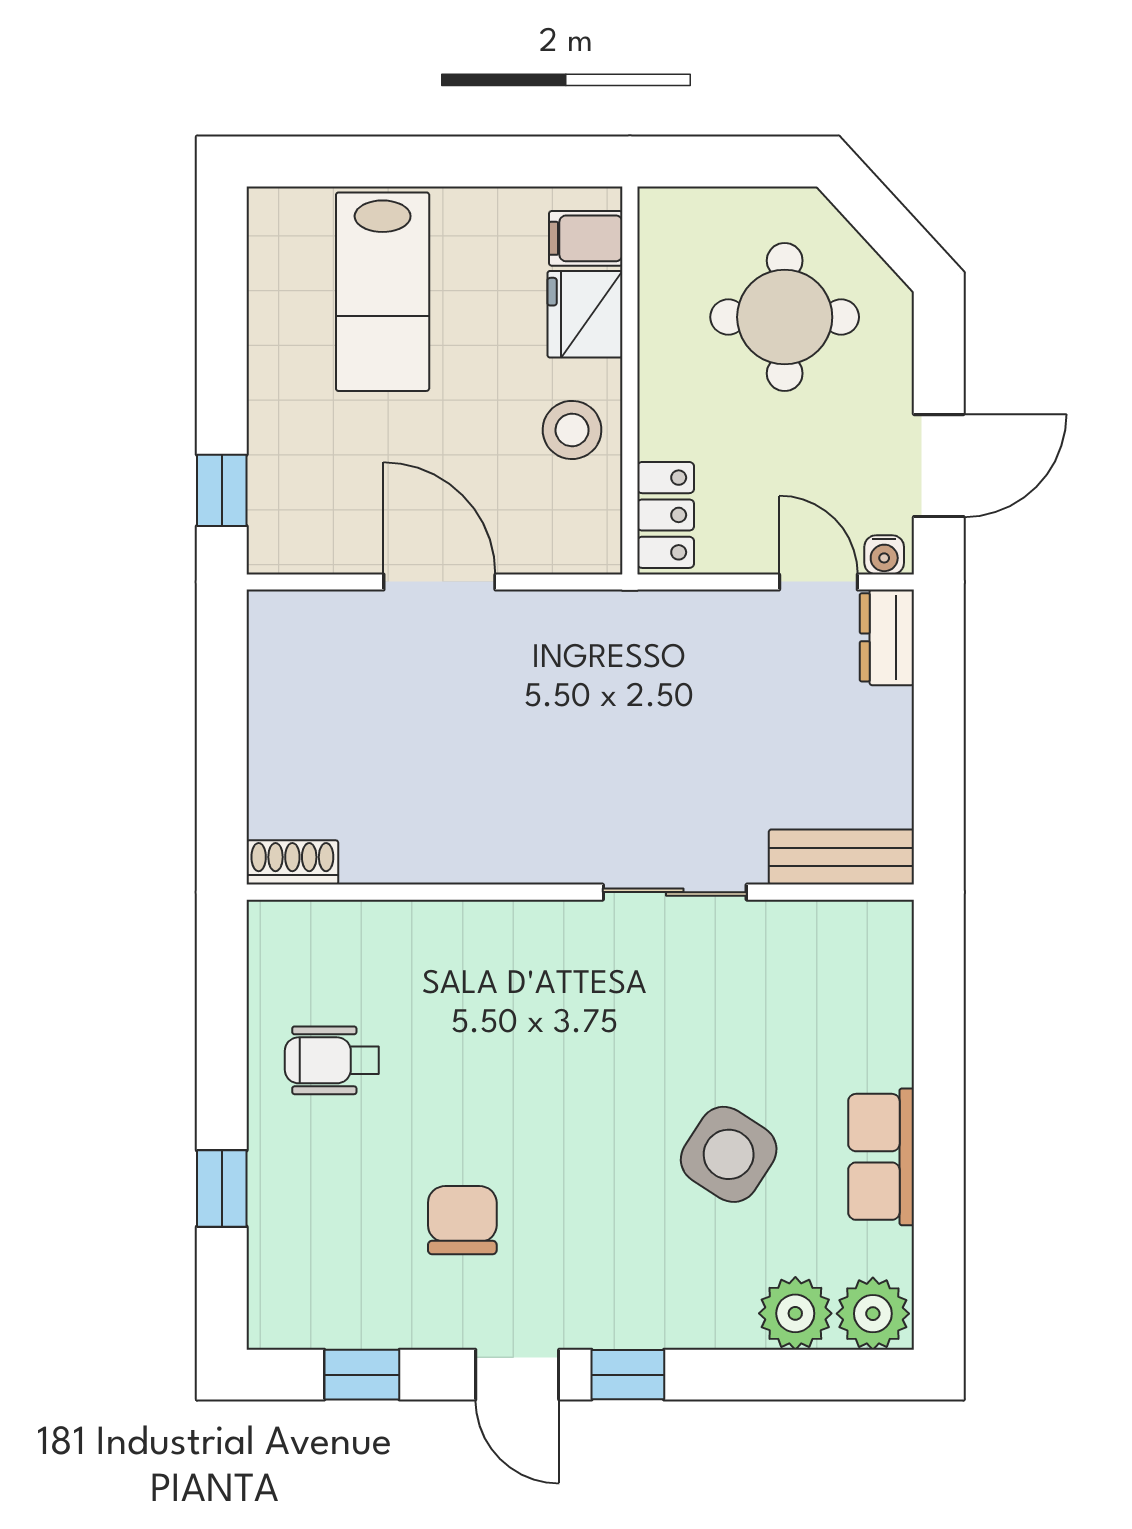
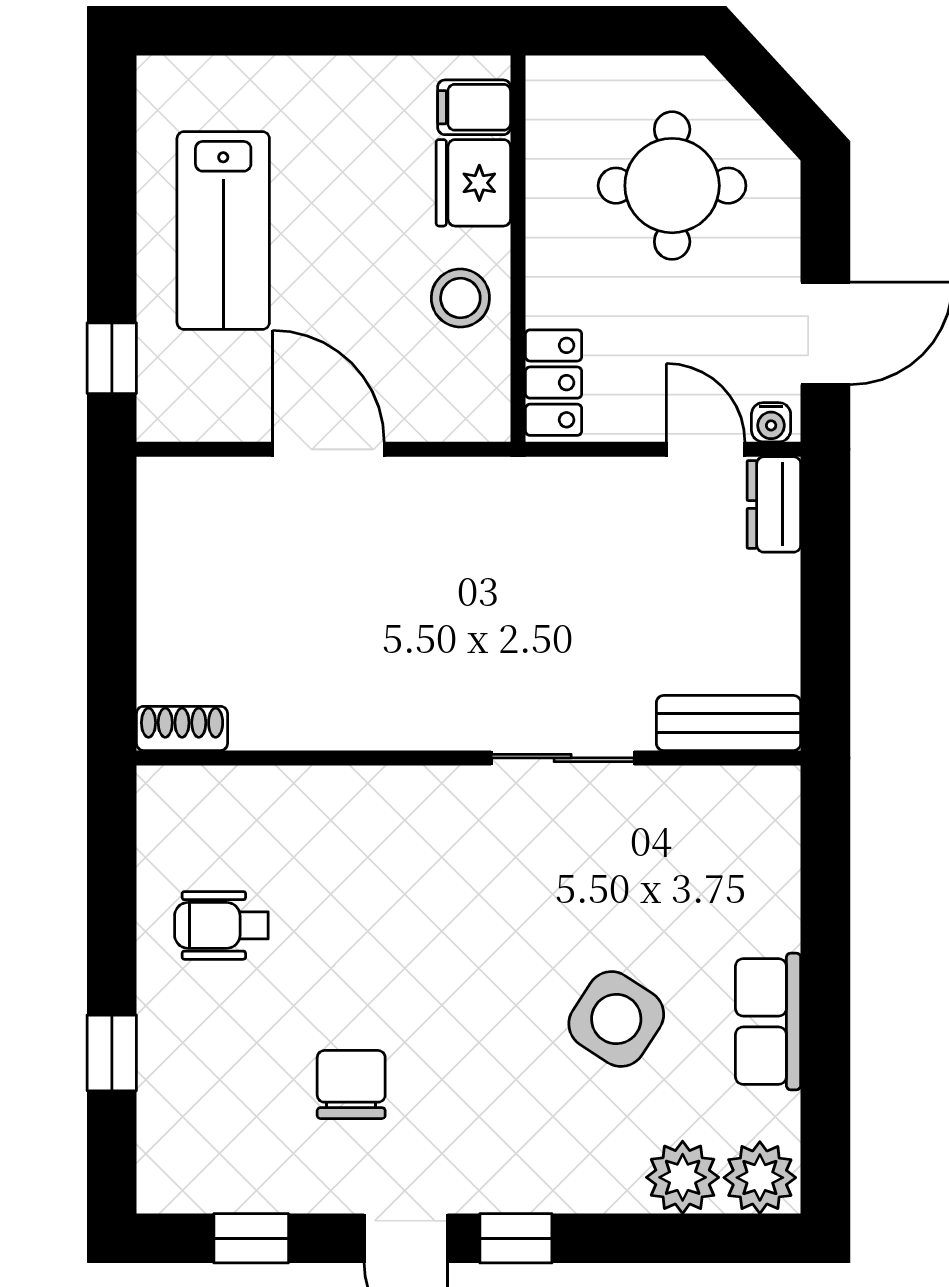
lab bench: (383, 292) -> (223, 230), moved

